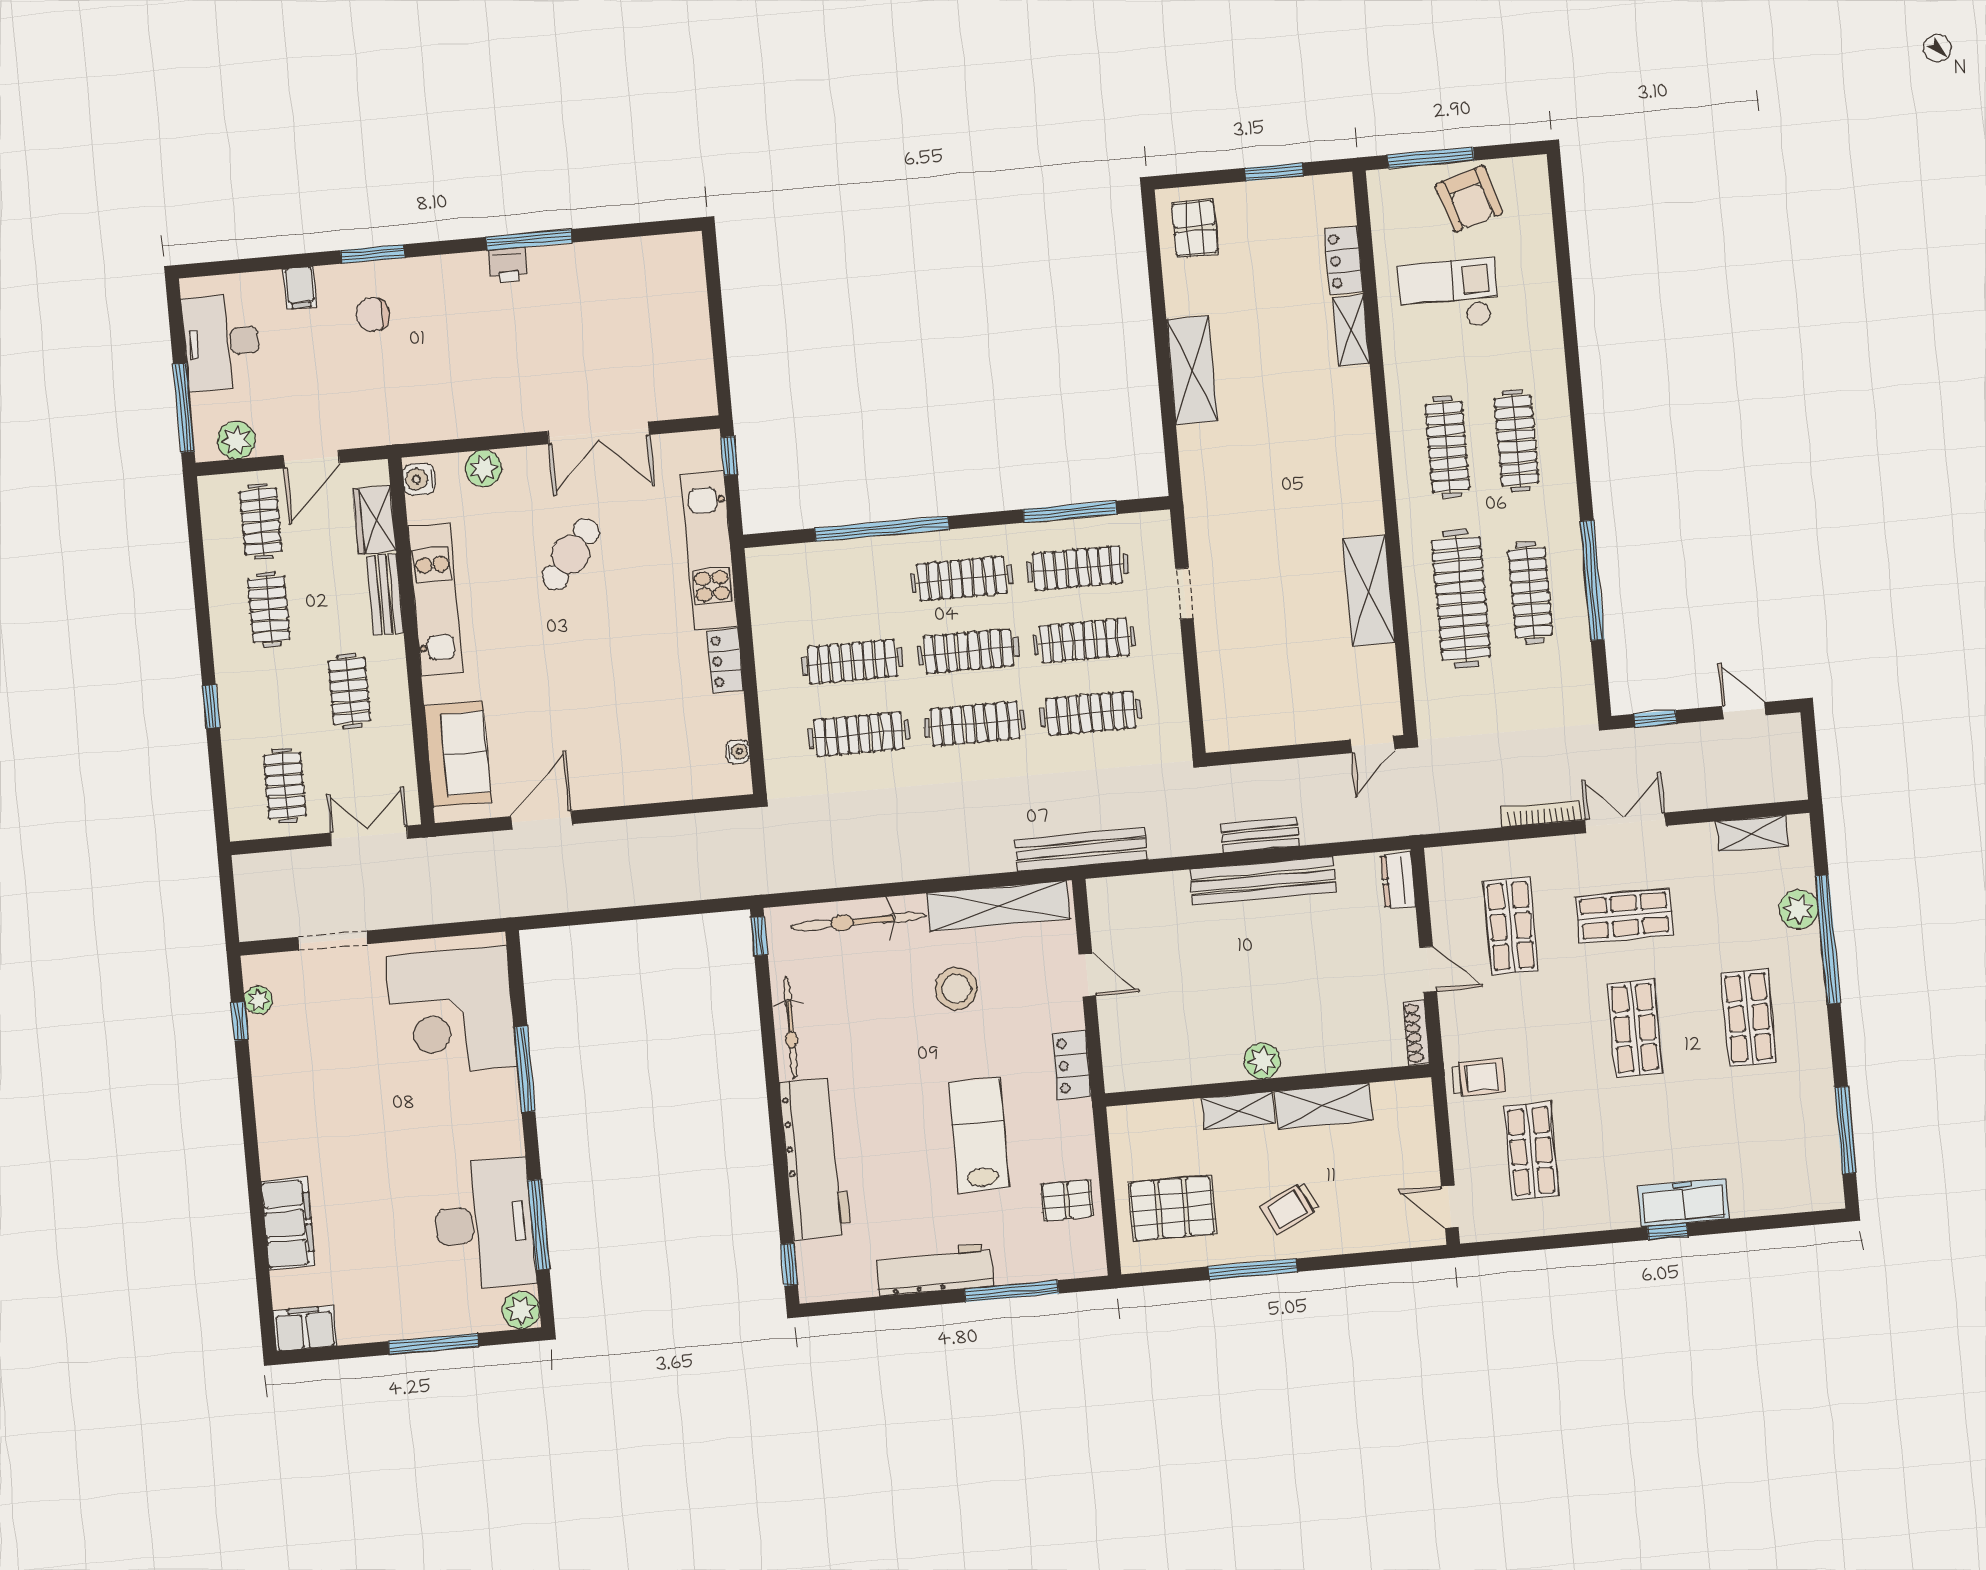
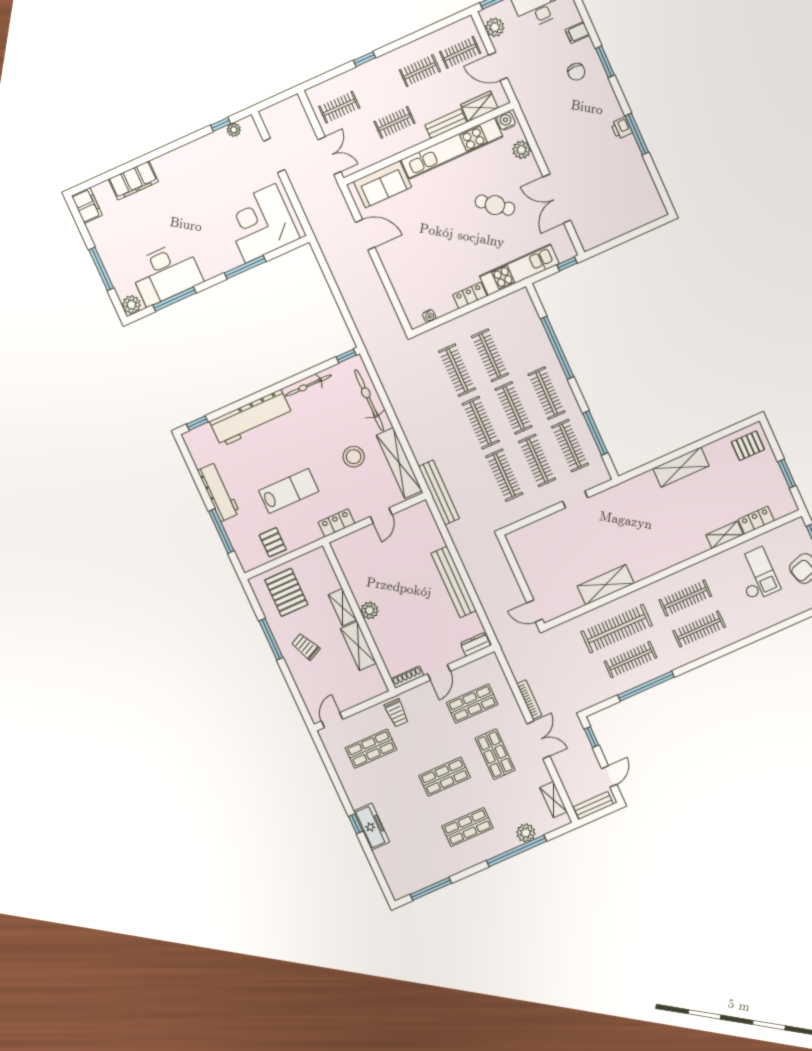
chair: (373, 315) -> (576, 72), turned 180
kitchen unit: (435, 599) -> (452, 148), width x1.36
bench: (1260, 835) -> (593, 805), moved, turned 90

